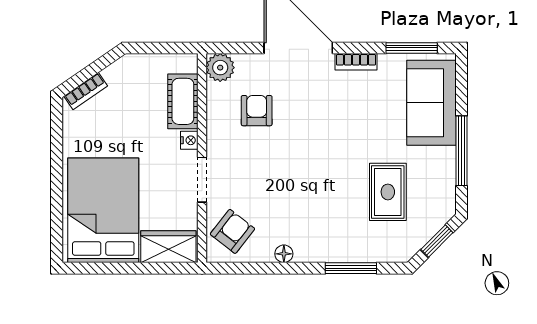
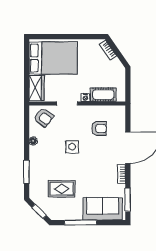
plant: (220, 68) -> (119, 112), removed
side table: (296, 169) -> (72, 147), added

